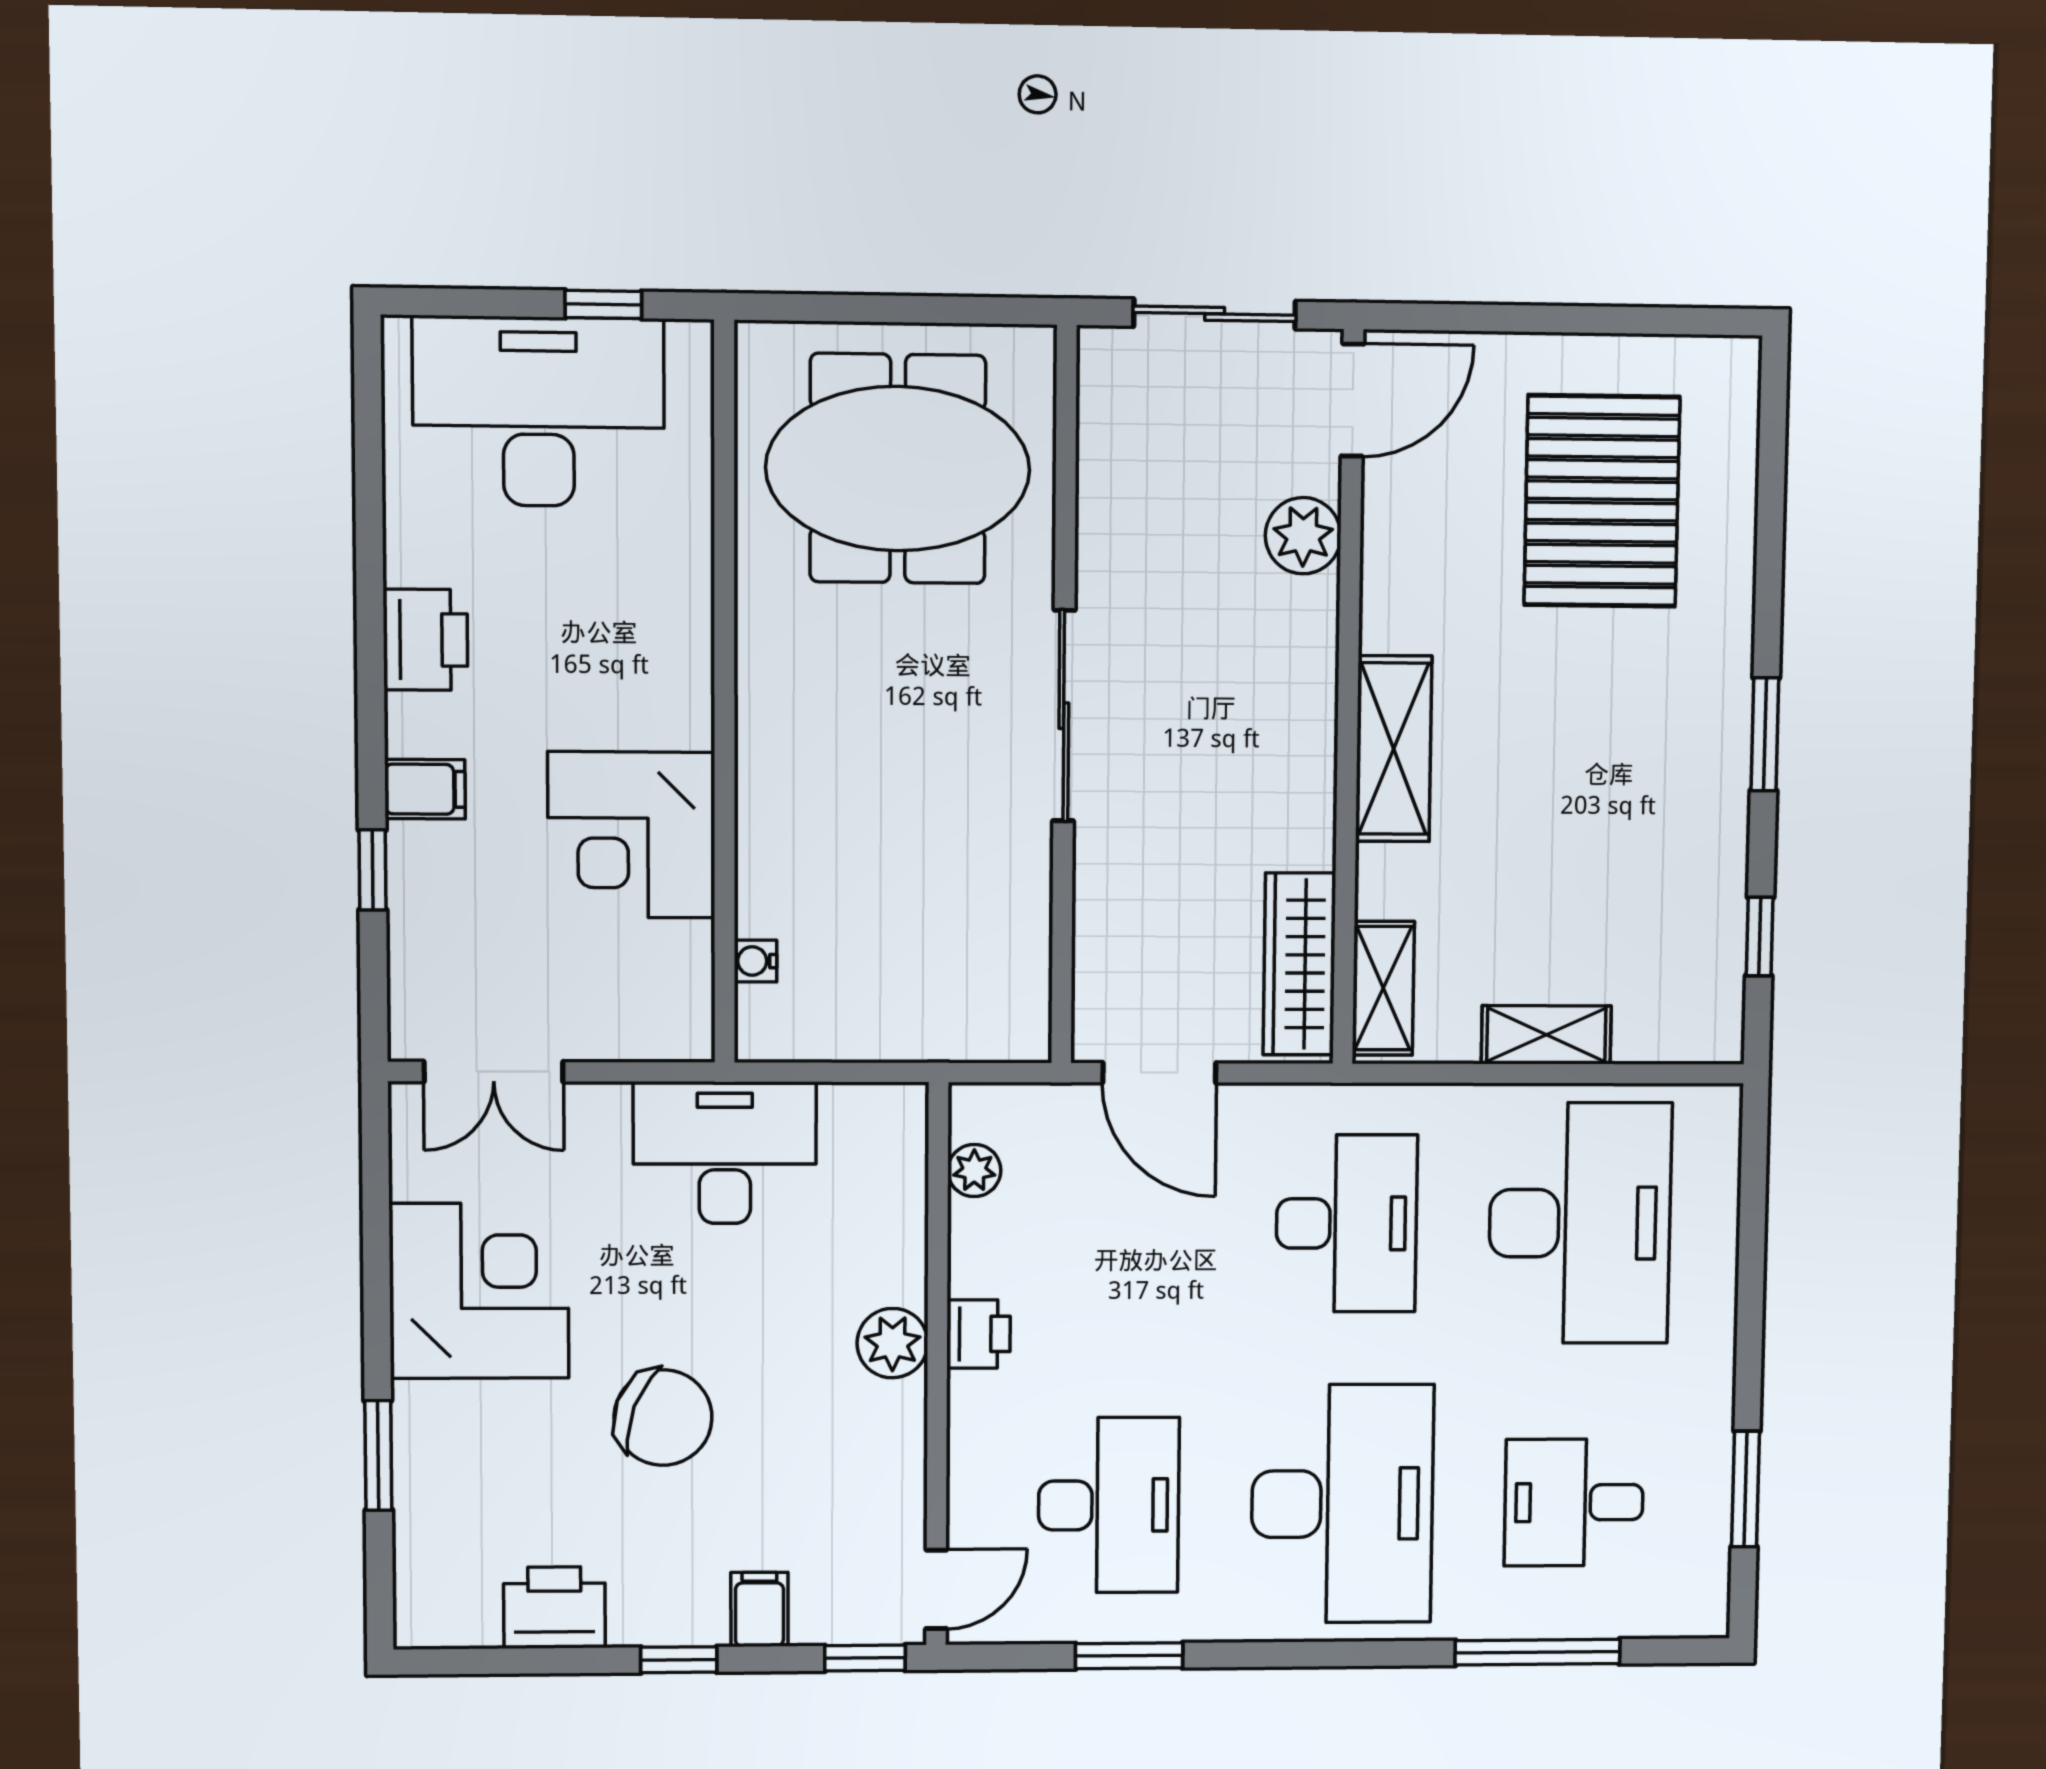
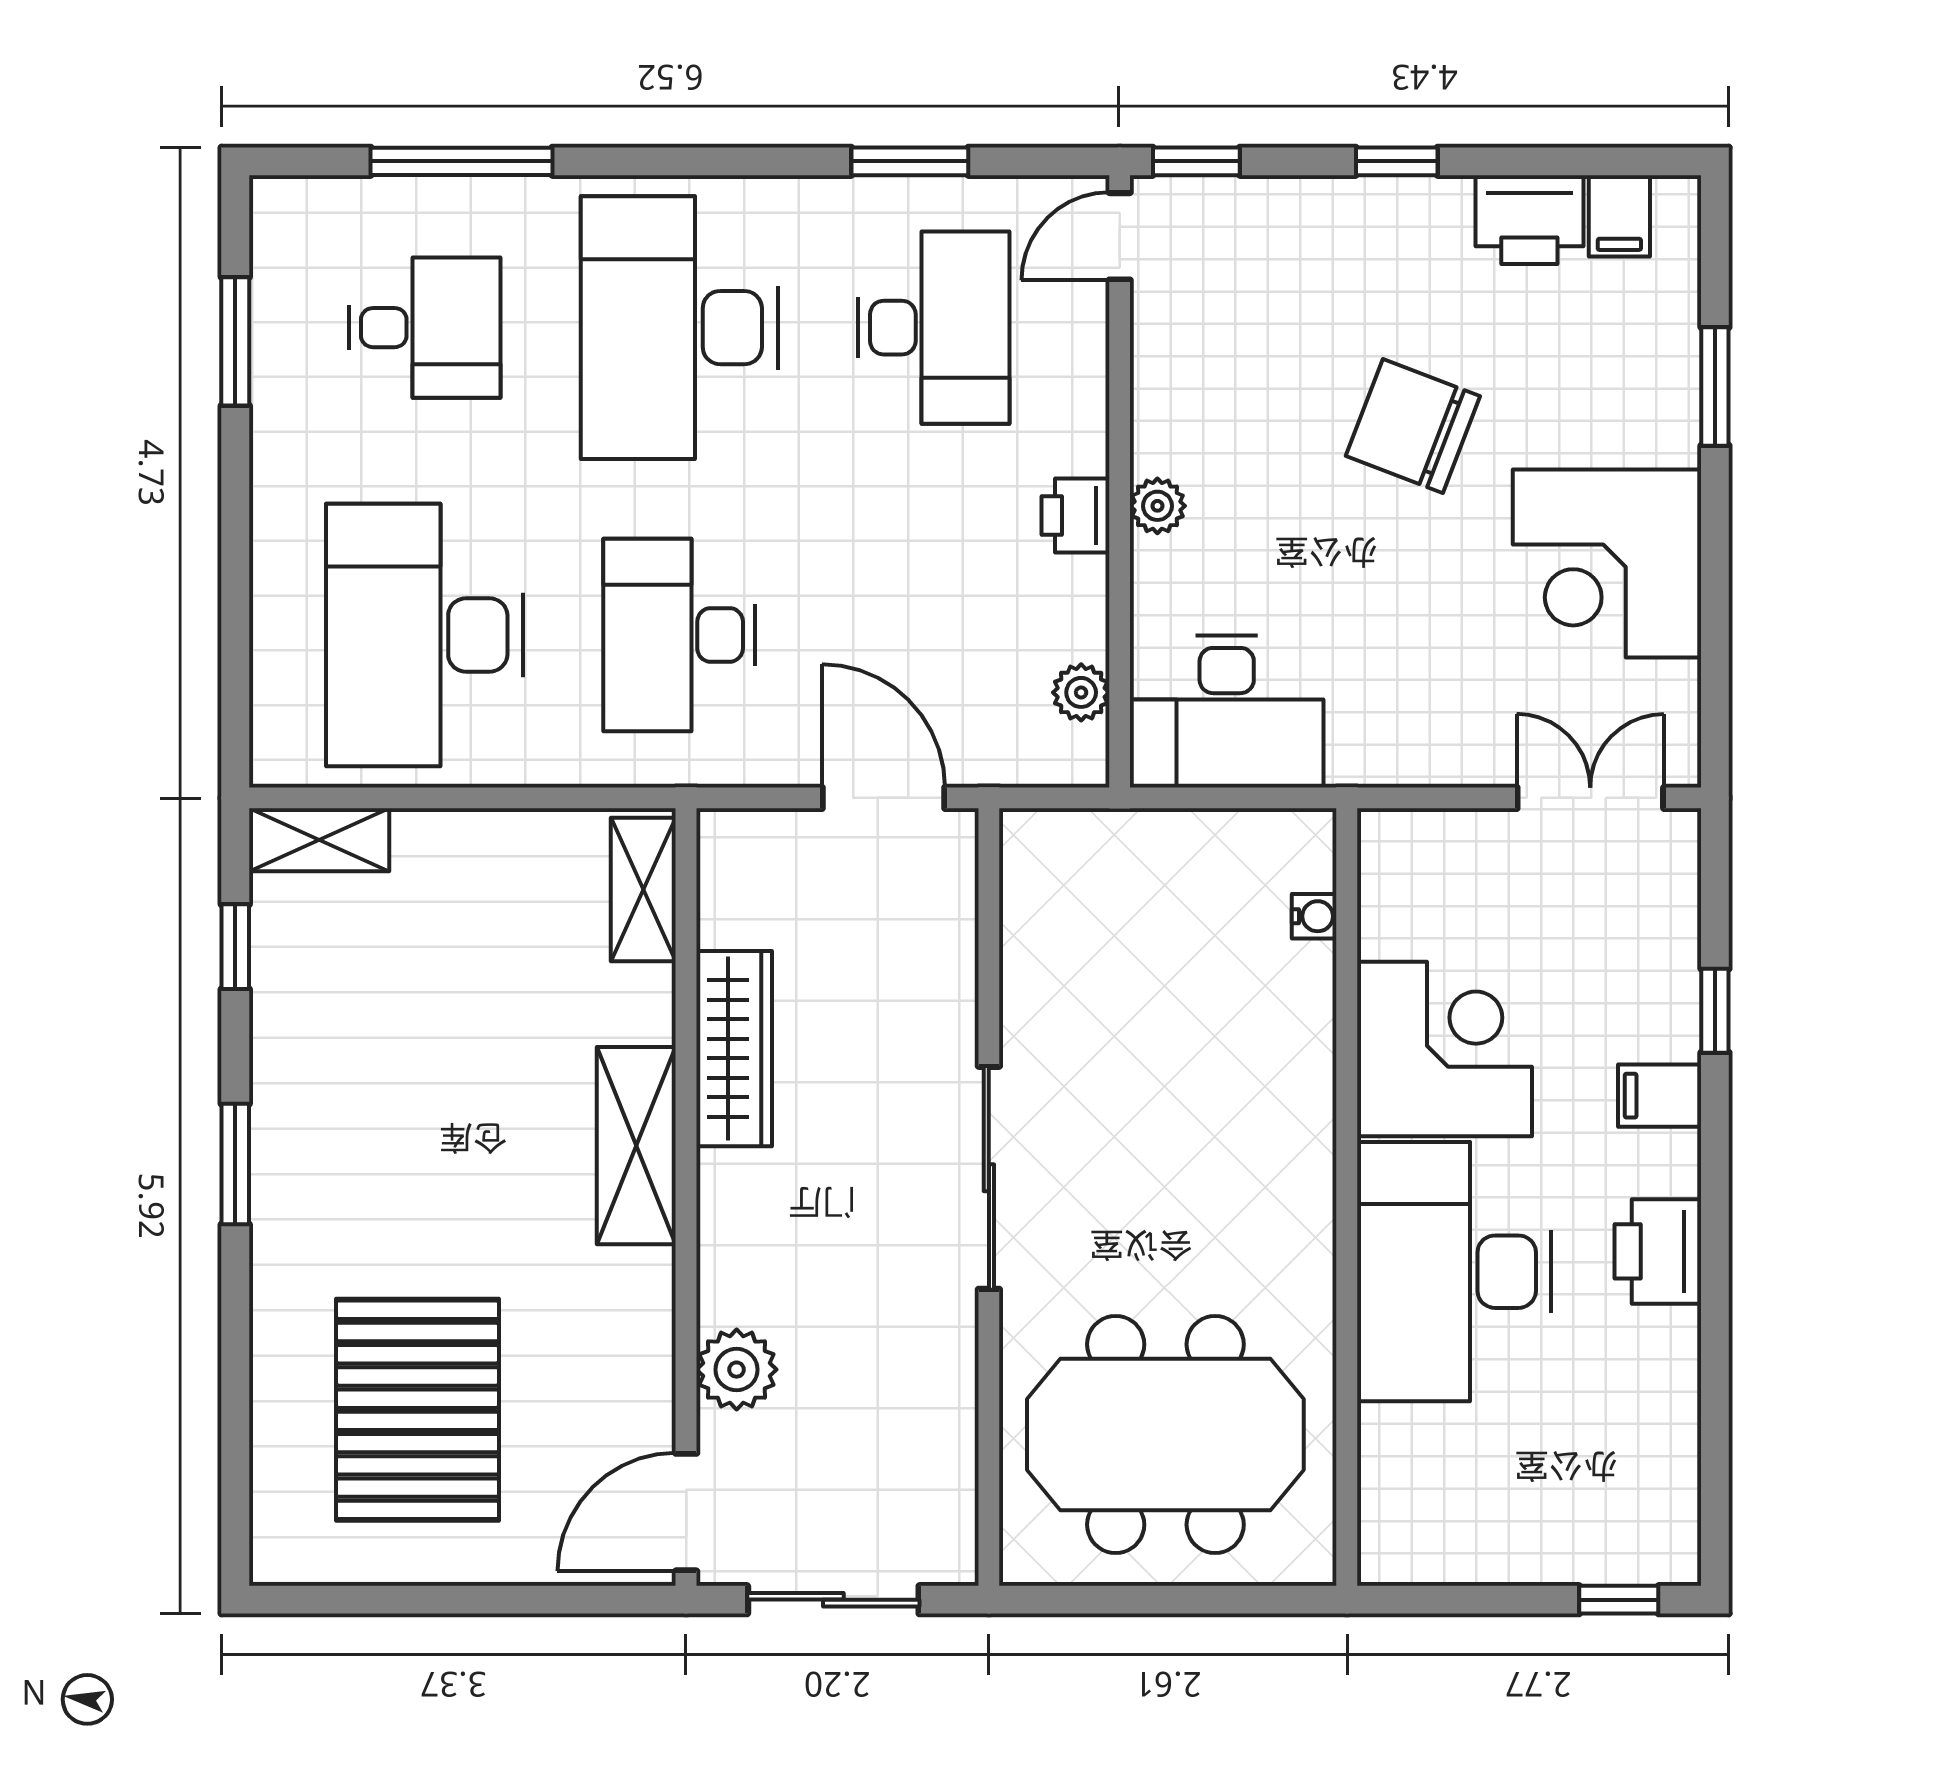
window: (603, 304) -> (1619, 1600), moved
desk: (539, 412) -> (1454, 1272), moved, turned 90
wardrobe: (1299, 964) -> (734, 1049), moved
shelving: (1546, 1035) -> (319, 840), moved
desk: (725, 1153) -> (1227, 712), moved
plant: (892, 1343) -> (1157, 506), width x0.73, depth x0.73
desk: (1109, 1505) -> (934, 328), turned 180
filing cabinet: (759, 1609) -> (1619, 216), moved

